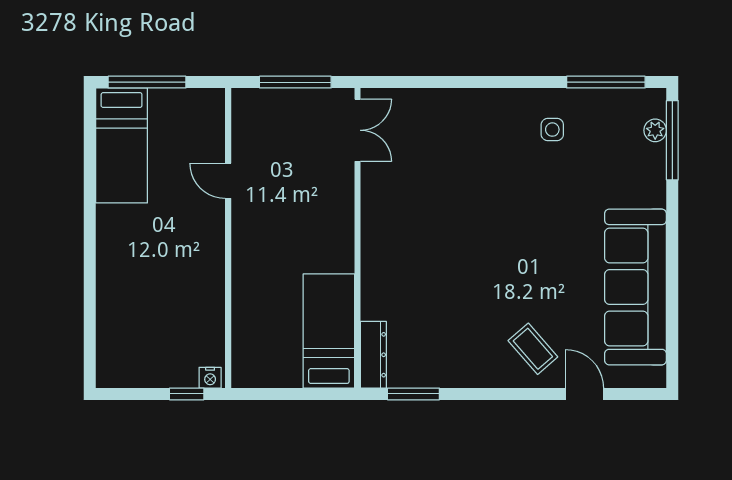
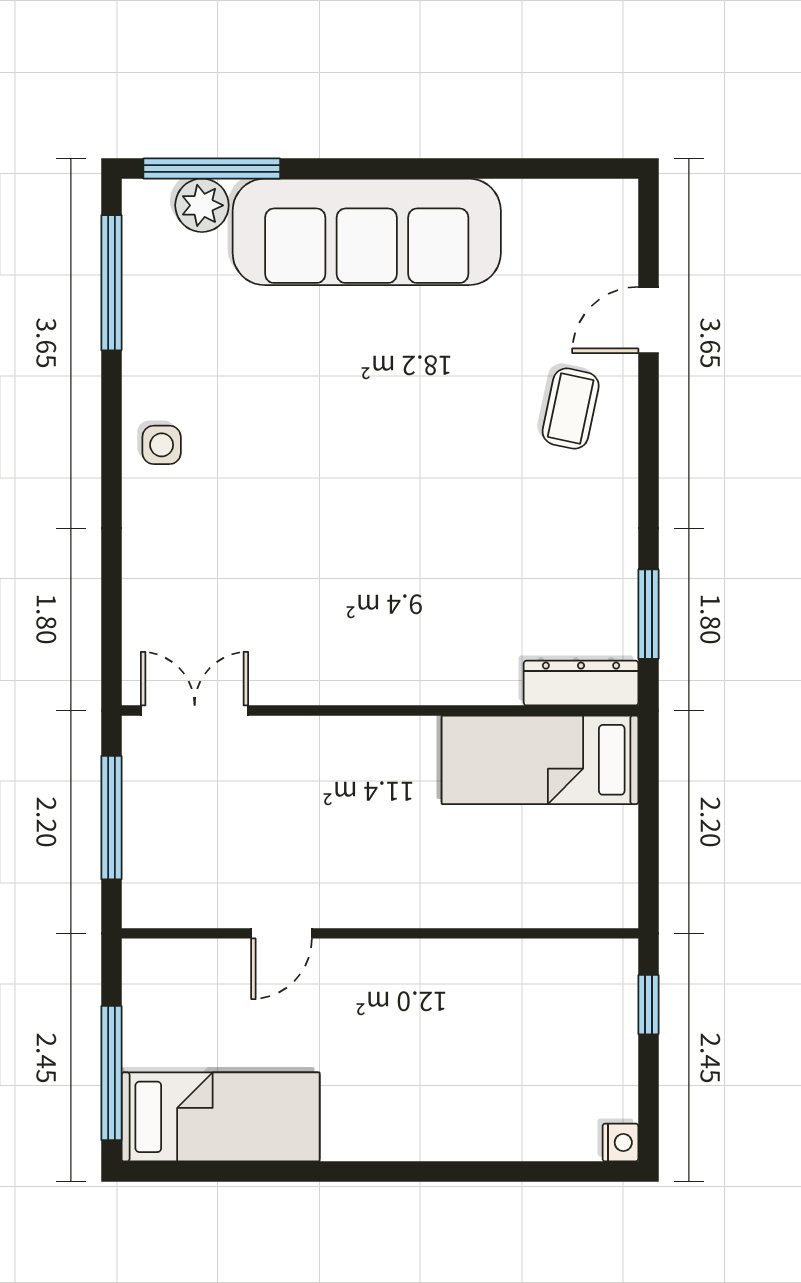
side table: (552, 130) -> (162, 445), moved
plant: (655, 130) -> (202, 205), width x1.38, depth x1.38
sofa: (635, 287) -> (367, 232), moved
coffee table: (533, 349) -> (571, 409), turned -37
nightstand: (210, 378) -> (620, 1142), moved

